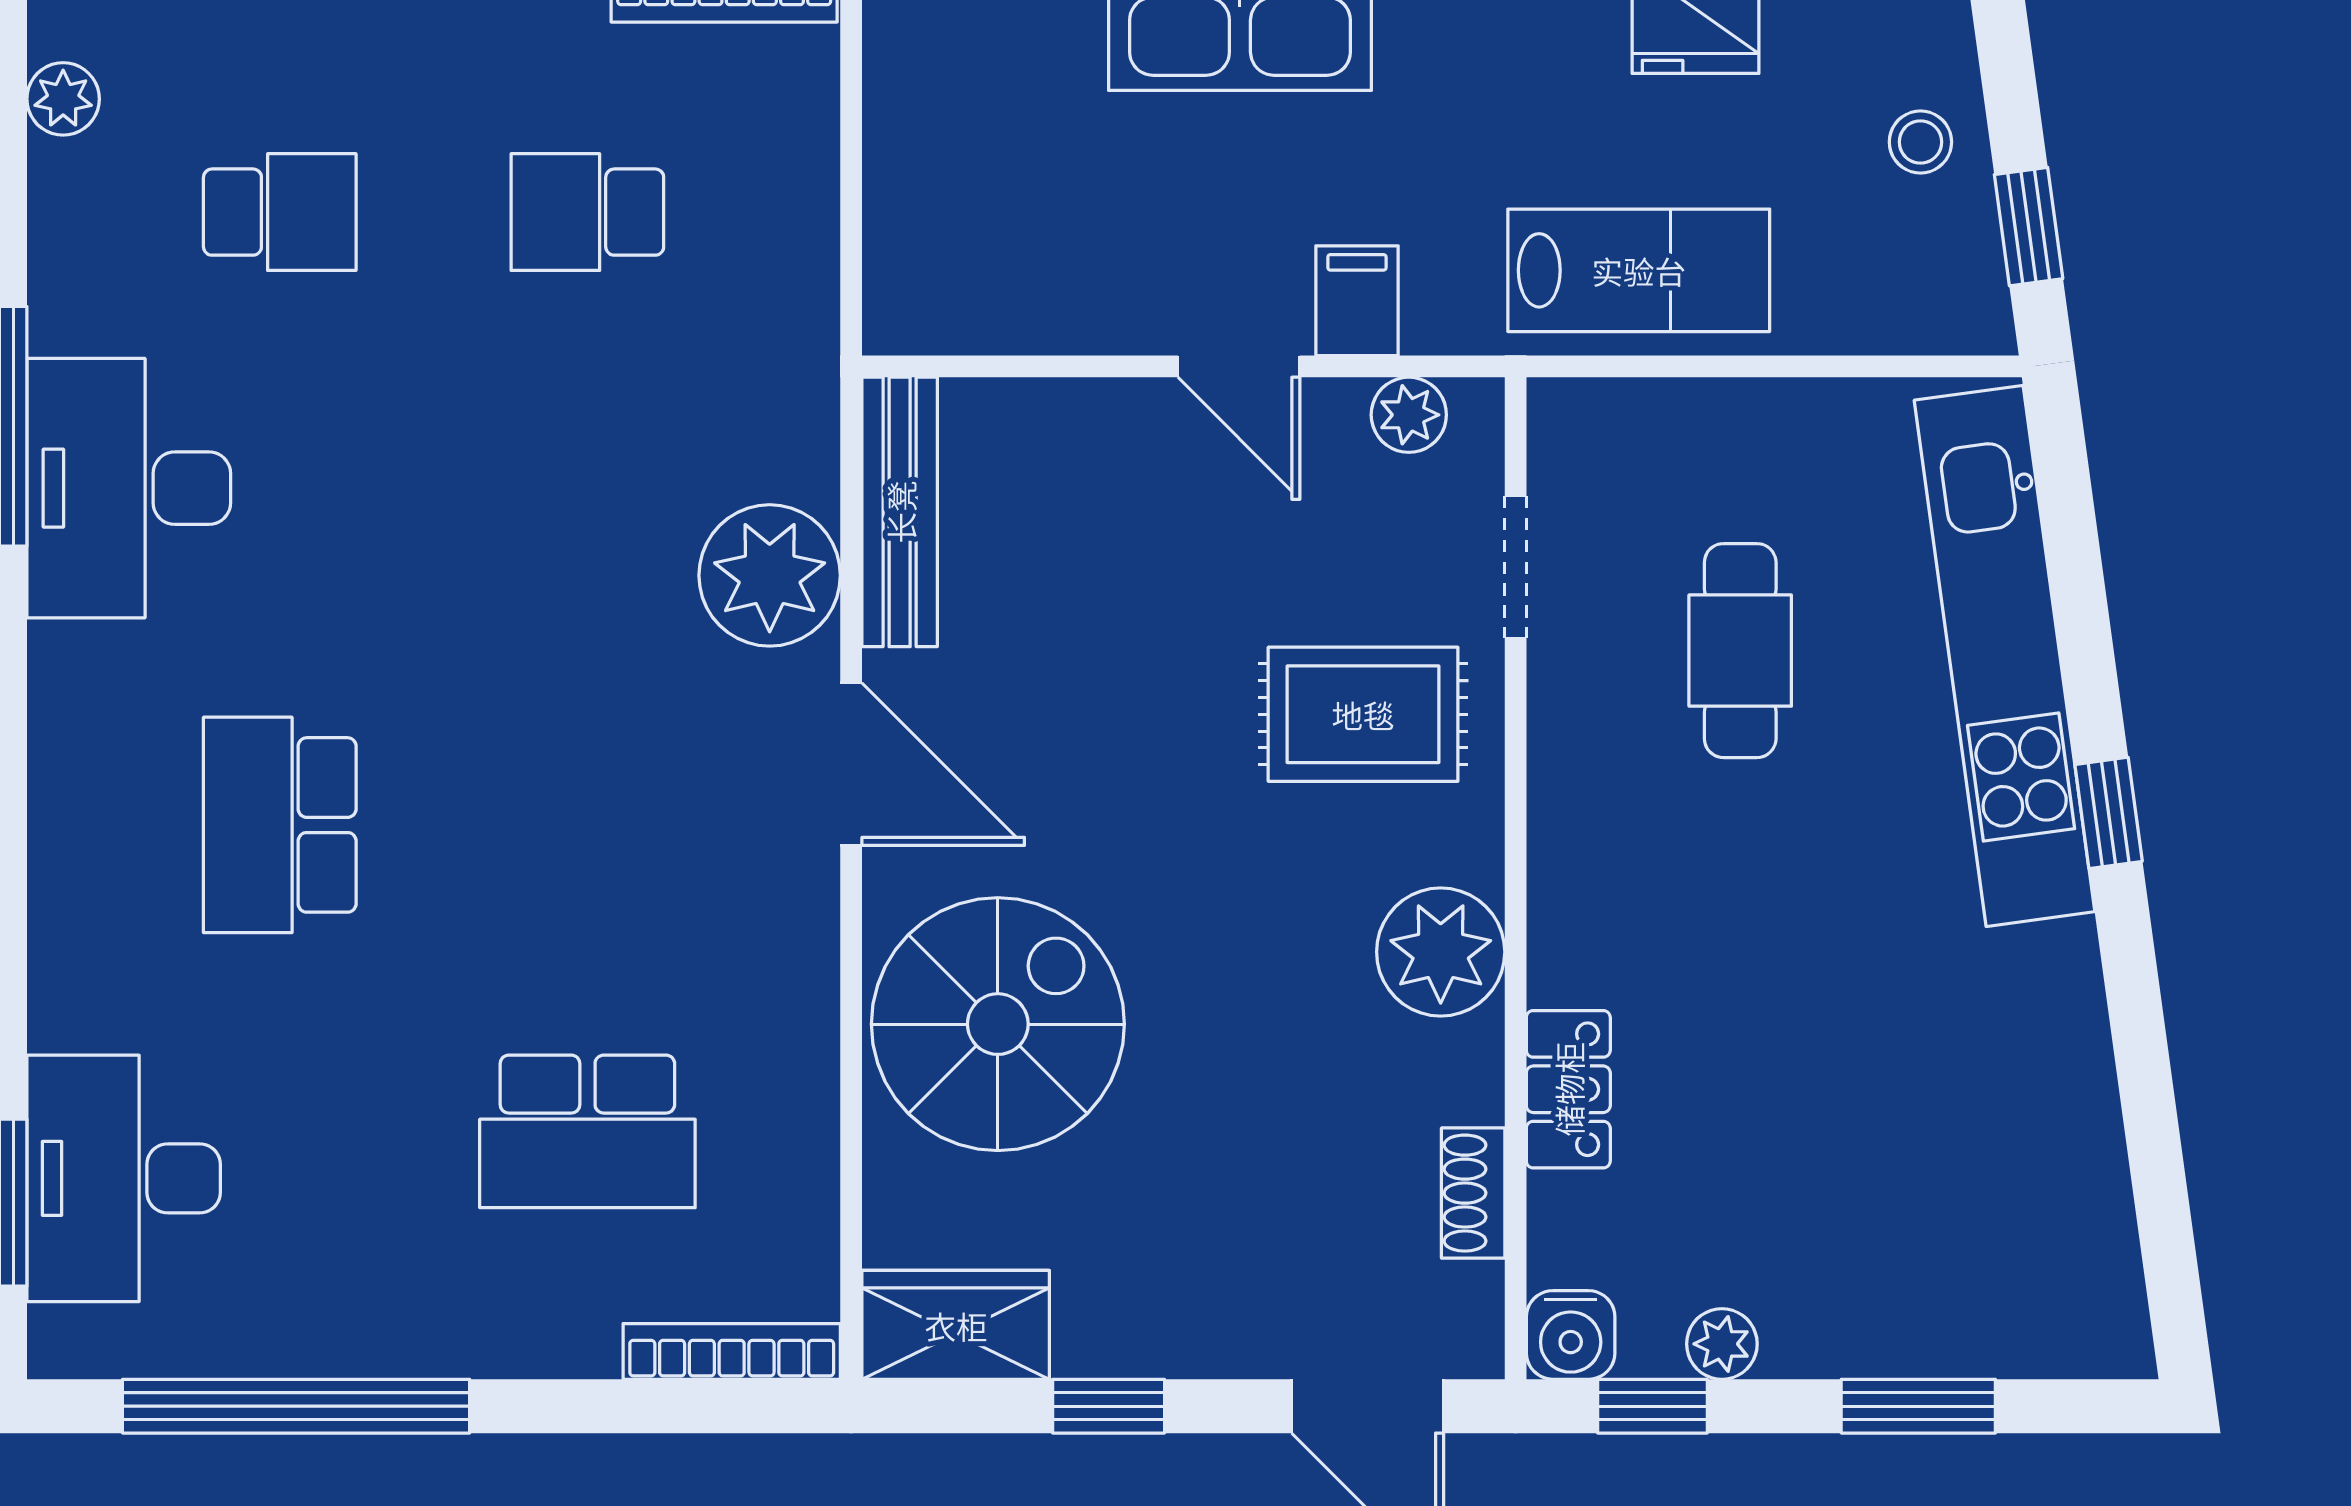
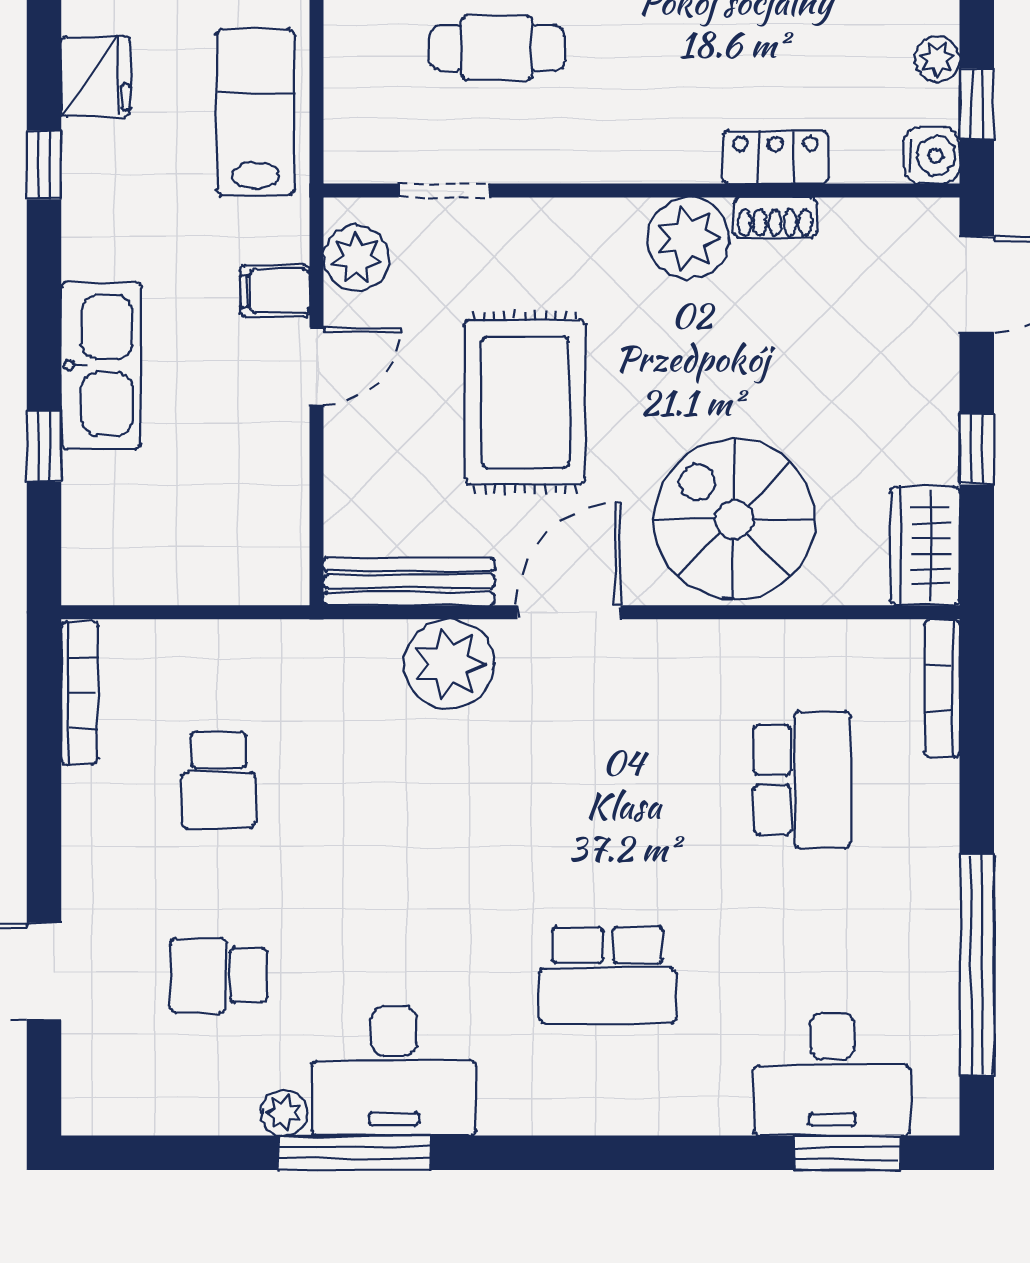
plant: (63, 99) -> (284, 1113), moved
school desk: (280, 212) -> (219, 975), turned -90
plant: (1409, 415) -> (356, 258), width x1.38, depth x1.38
rug: (1363, 714) -> (525, 402), moved, width x1.36, depth x1.43
shoe rack: (1473, 1193) -> (775, 217), moved

